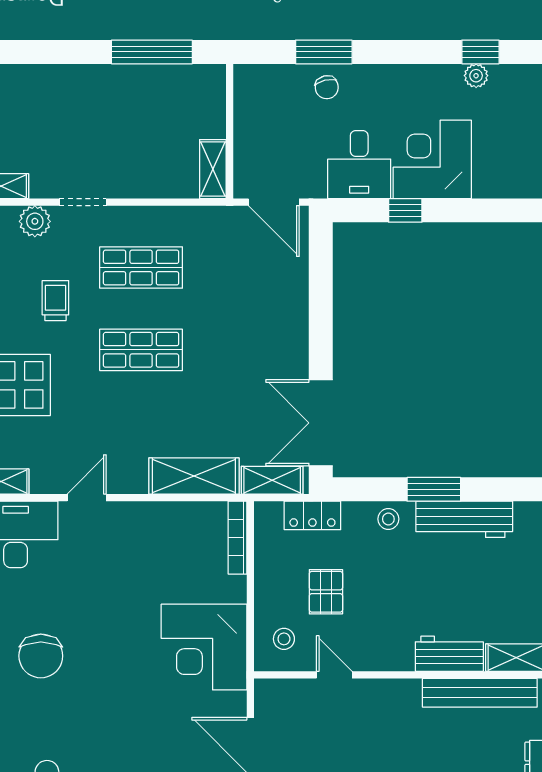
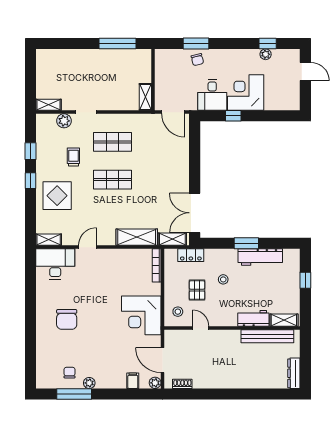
stool: (388, 519) -> (223, 279), moved

